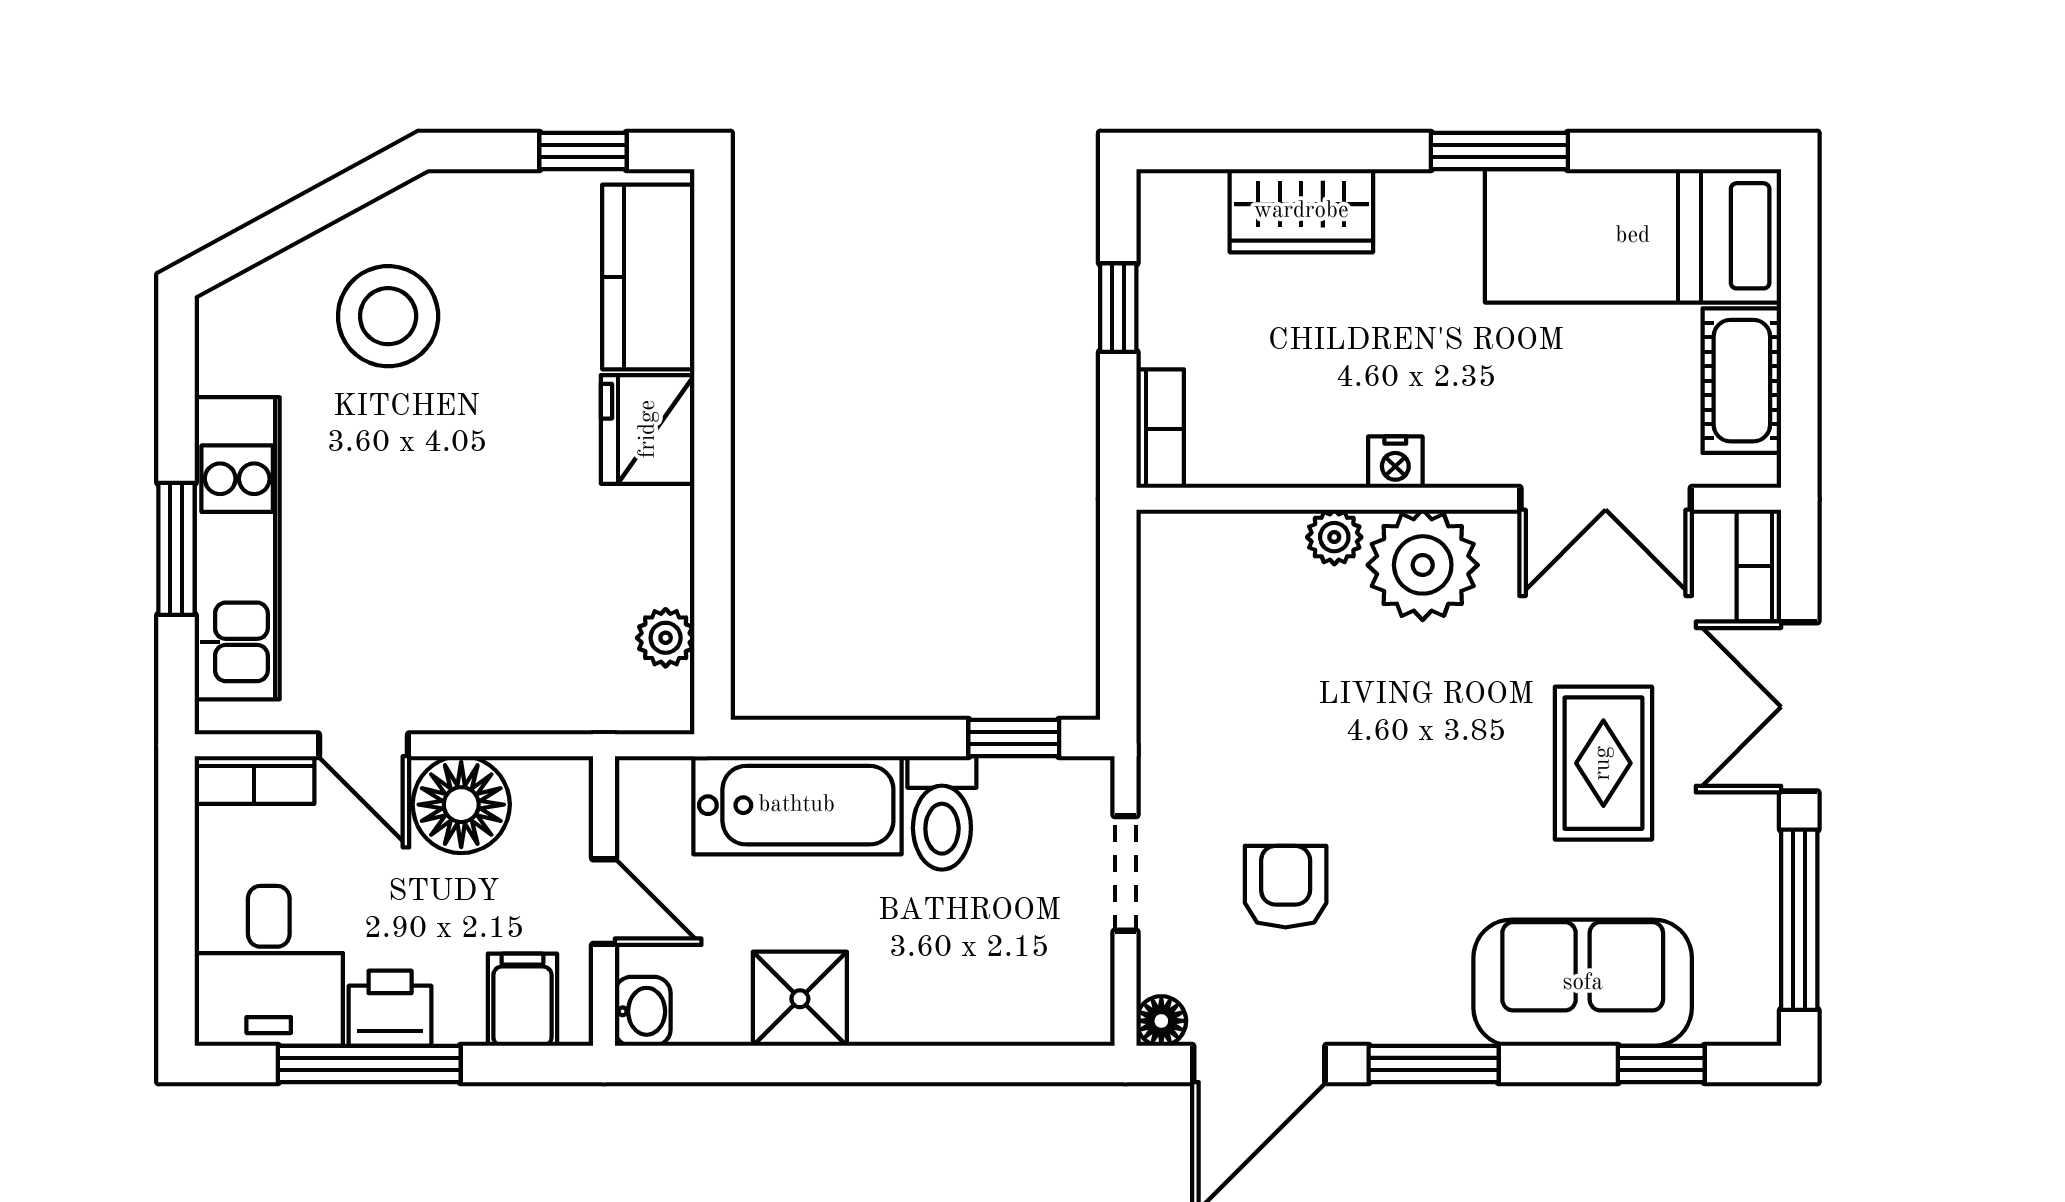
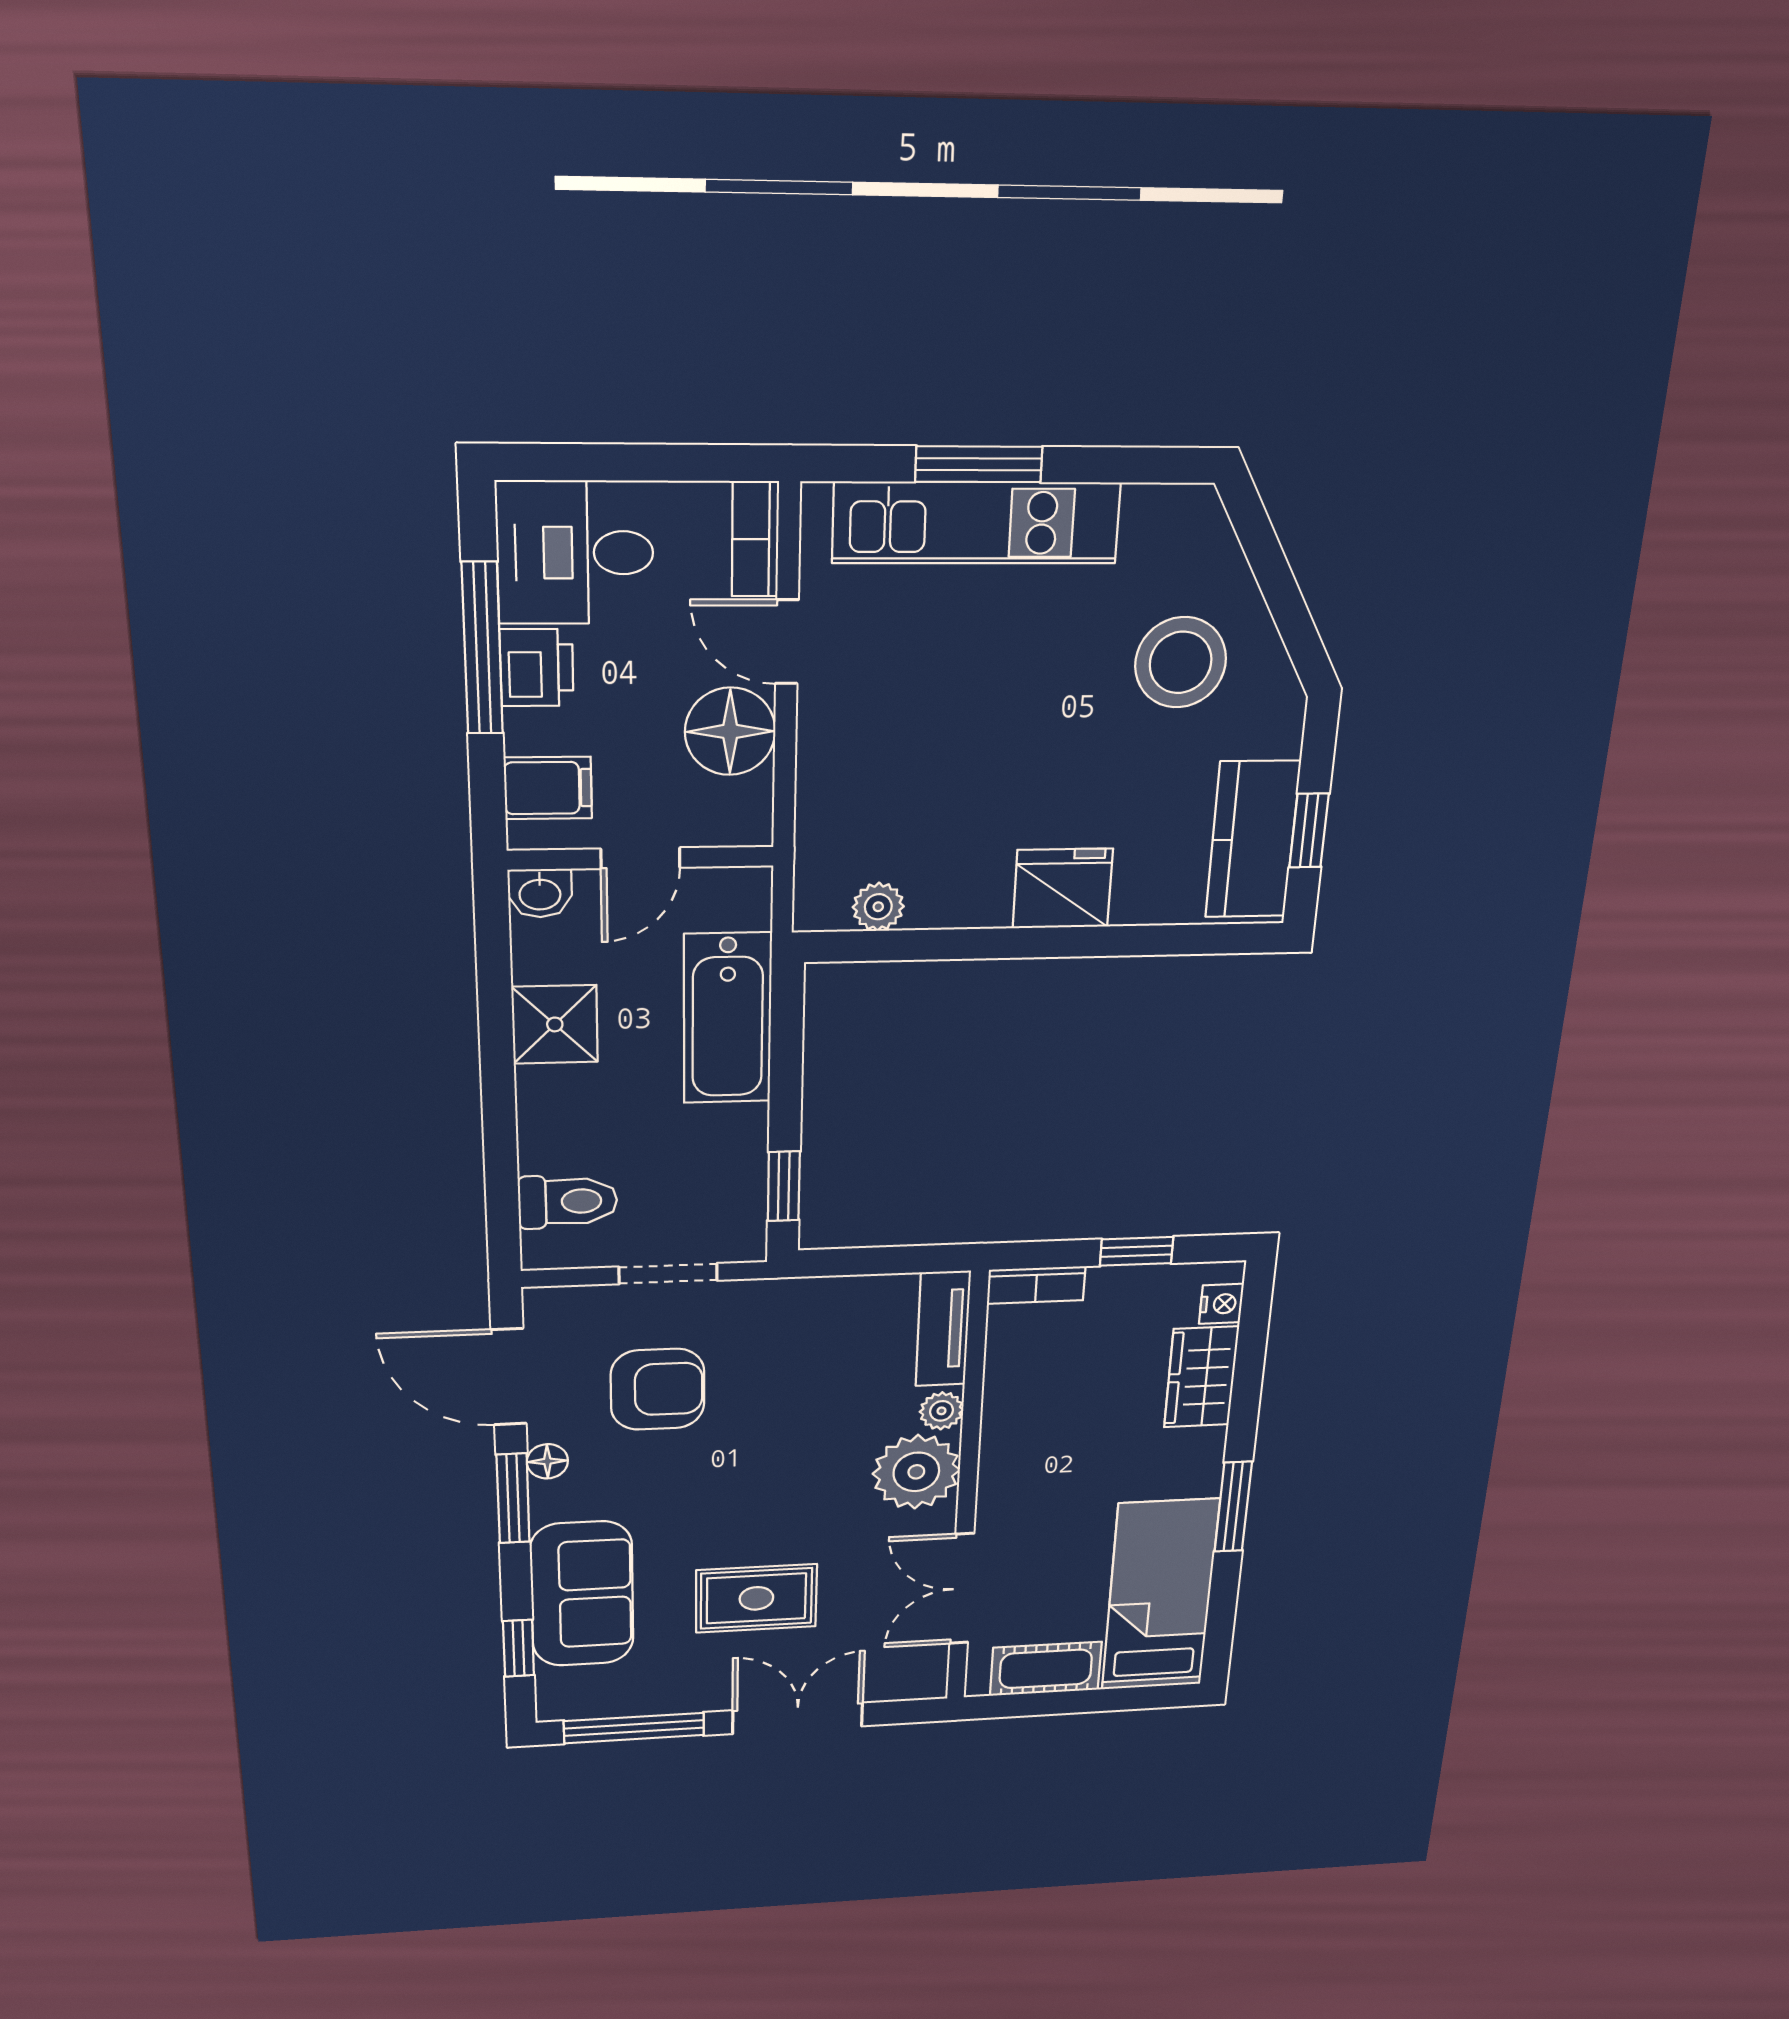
kitchen counter: (648, 277) -> (1253, 840), moved, turned -90
nightstand: (1395, 462) -> (1221, 1304), moved, turned 180
tv unit: (1216, 540) -> (943, 1329), added
bookcase: (1759, 566) -> (906, 1687), removed
door: (363, 745) -> (787, 642), hinge flipped
toilet: (942, 813) -> (568, 1201), moved, turned 180
armchair: (1286, 887) -> (658, 1389), width x1.38, depth x1.38
floor lamp: (1161, 1021) -> (547, 1461), moved

